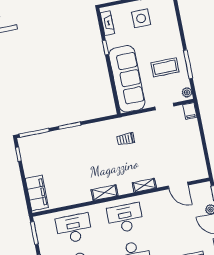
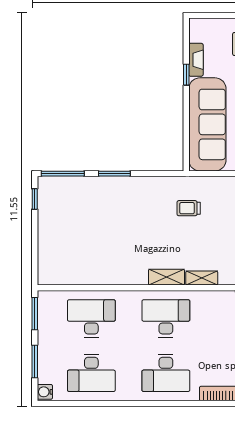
fireplace: (107, 23) -> (196, 60), moved
filing cabinet: (37, 193) -> (50, 258), removed
shelving: (105, 193) -> (166, 277), moved

